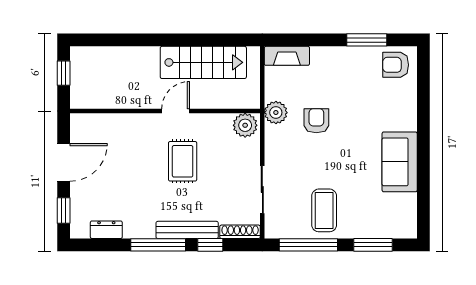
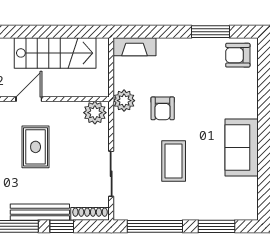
armchair: (316, 121) -> (163, 108), turned 180
coffee table: (324, 210) -> (174, 161), moved

